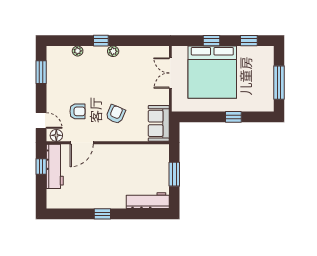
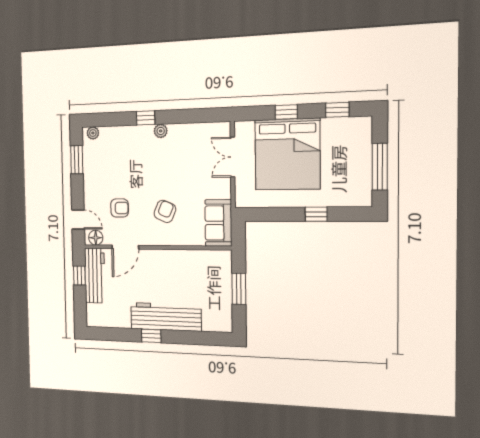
plant: (78, 51) -> (93, 133), moved
workbench: (148, 201) -> (166, 317), moved, width x1.36, depth x1.32

